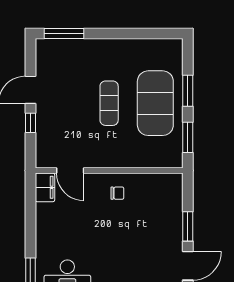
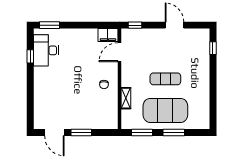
window: (64, 33) -> (213, 48), width x0.46
window: (30, 123) -> (135, 25), moved
shelving: (137, 161) -> (126, 98), added

